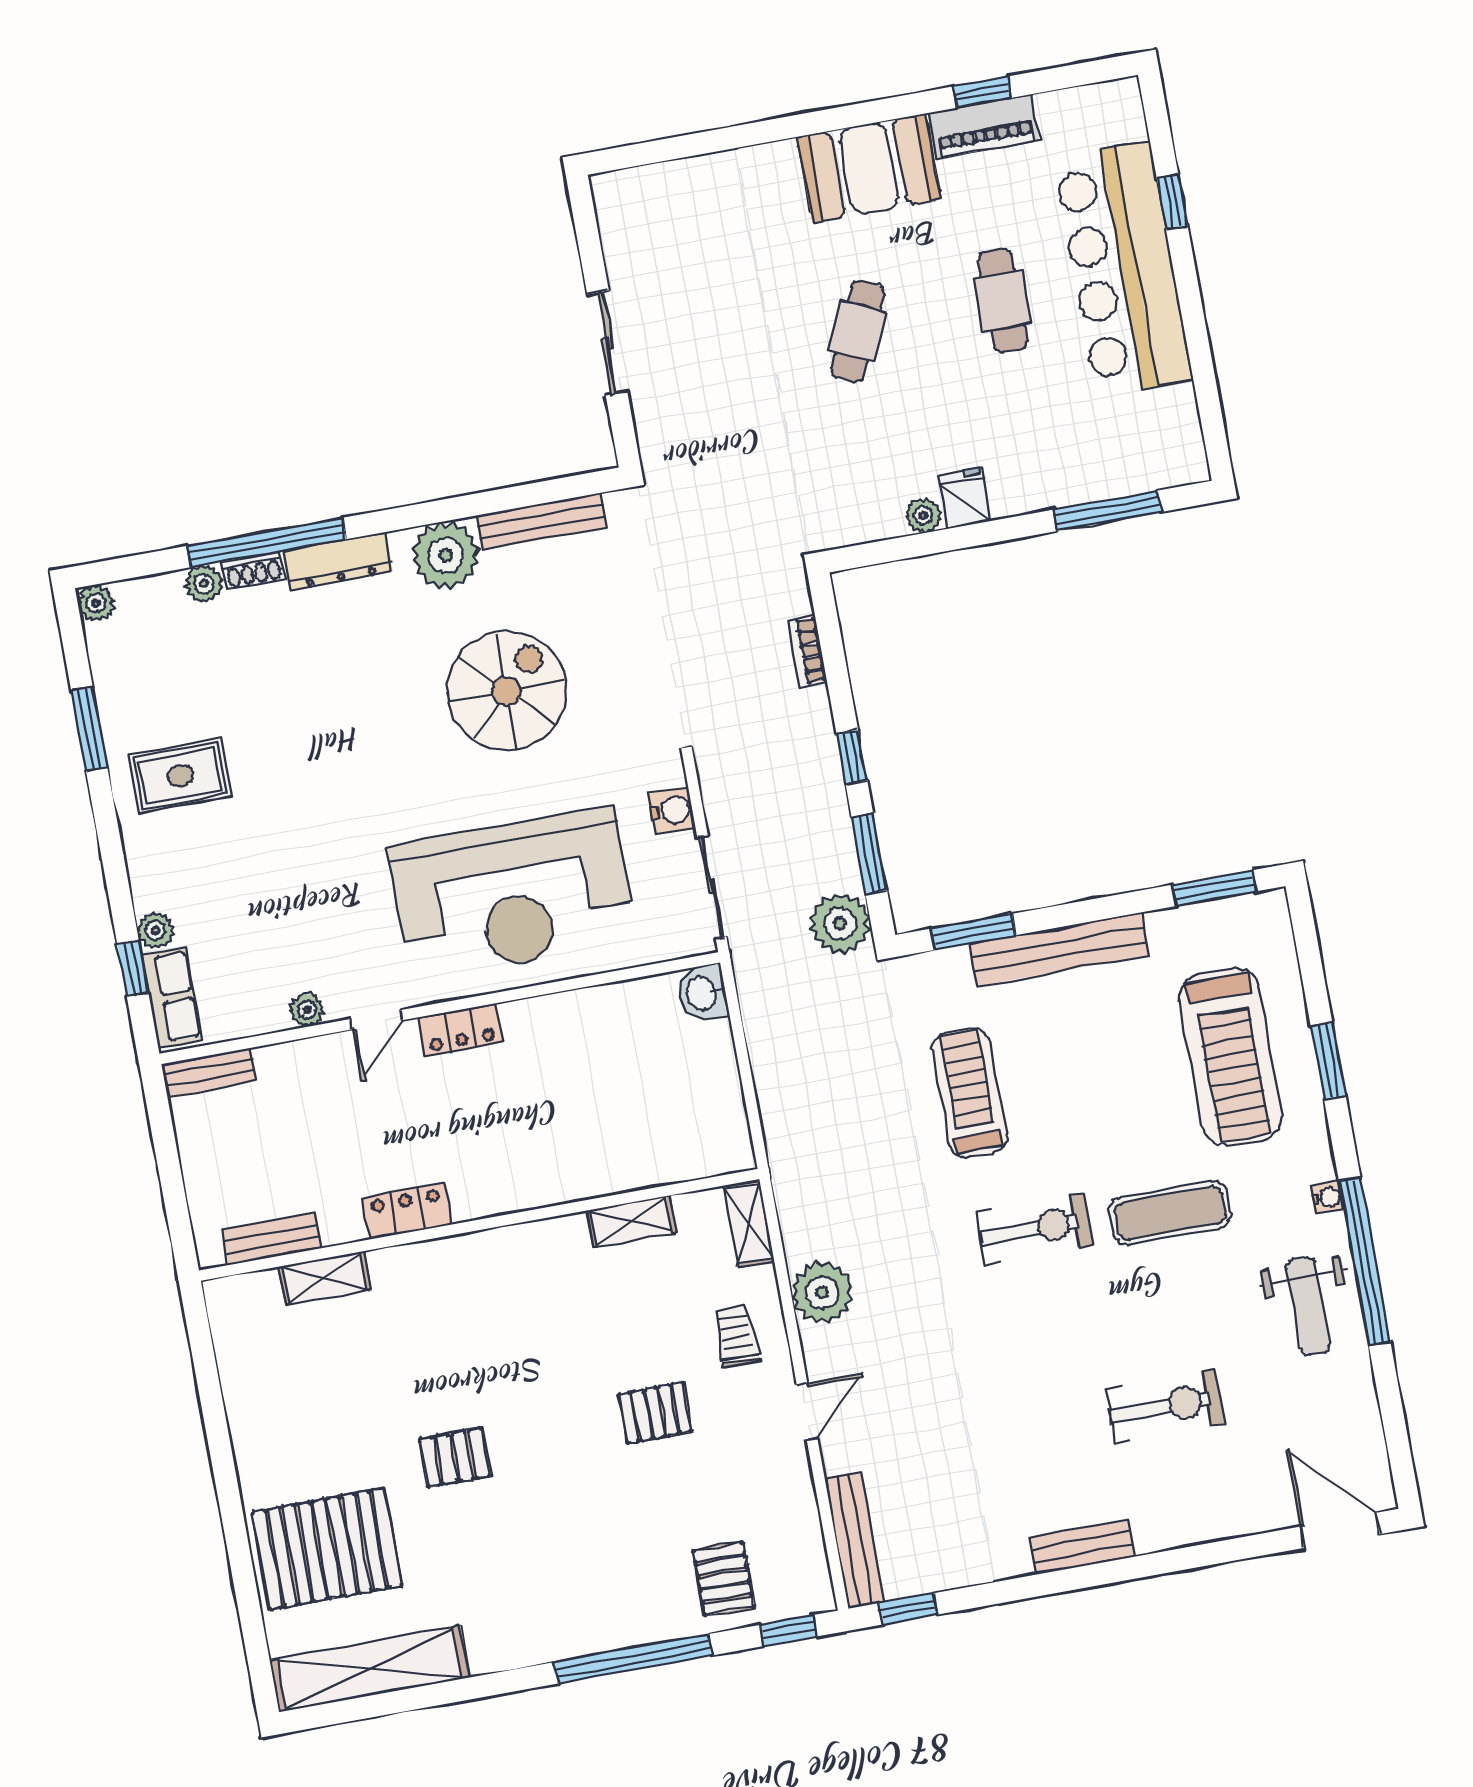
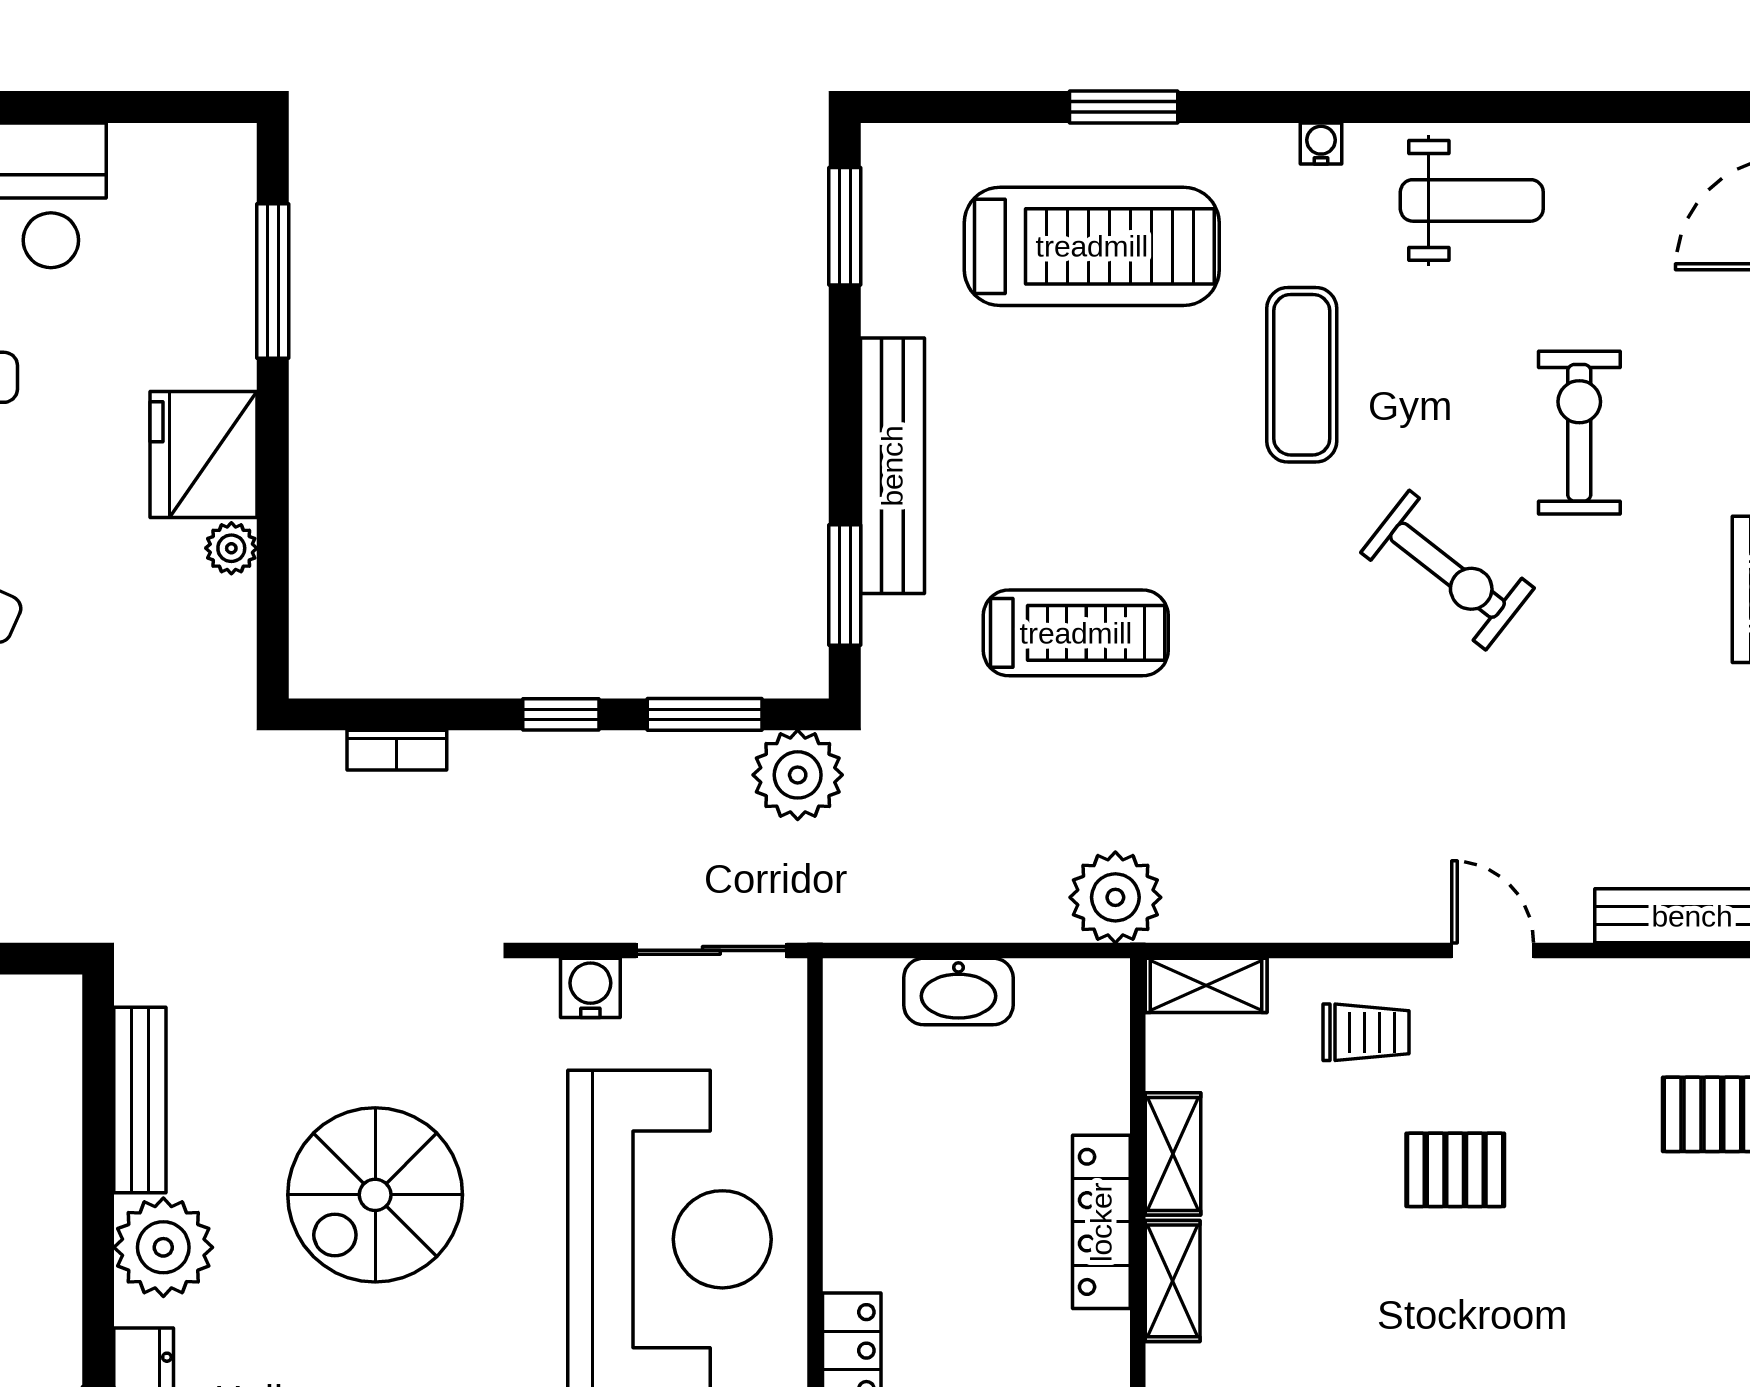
fridge: (964, 498) -> (204, 455), width x1.88, depth x1.34
spiral stairs: (507, 691) -> (375, 1195), turned -90
washbasin: (703, 993) -> (958, 991), moved, width x1.38
treadmill: (969, 1093) -> (1076, 633), turned 180
locker: (577, 1182) -> (1101, 1222), added
exercise bike: (1035, 1229) -> (1447, 570), moved, turned 128
shelving: (546, 1237) -> (1173, 1281), added
window: (1365, 1261) -> (1422, 107), removed
plant: (822, 1292) -> (1115, 897), moved
trolley: (737, 1336) -> (1366, 1032), turned 180
pallet: (655, 1413) -> (1455, 1170), turned 90

